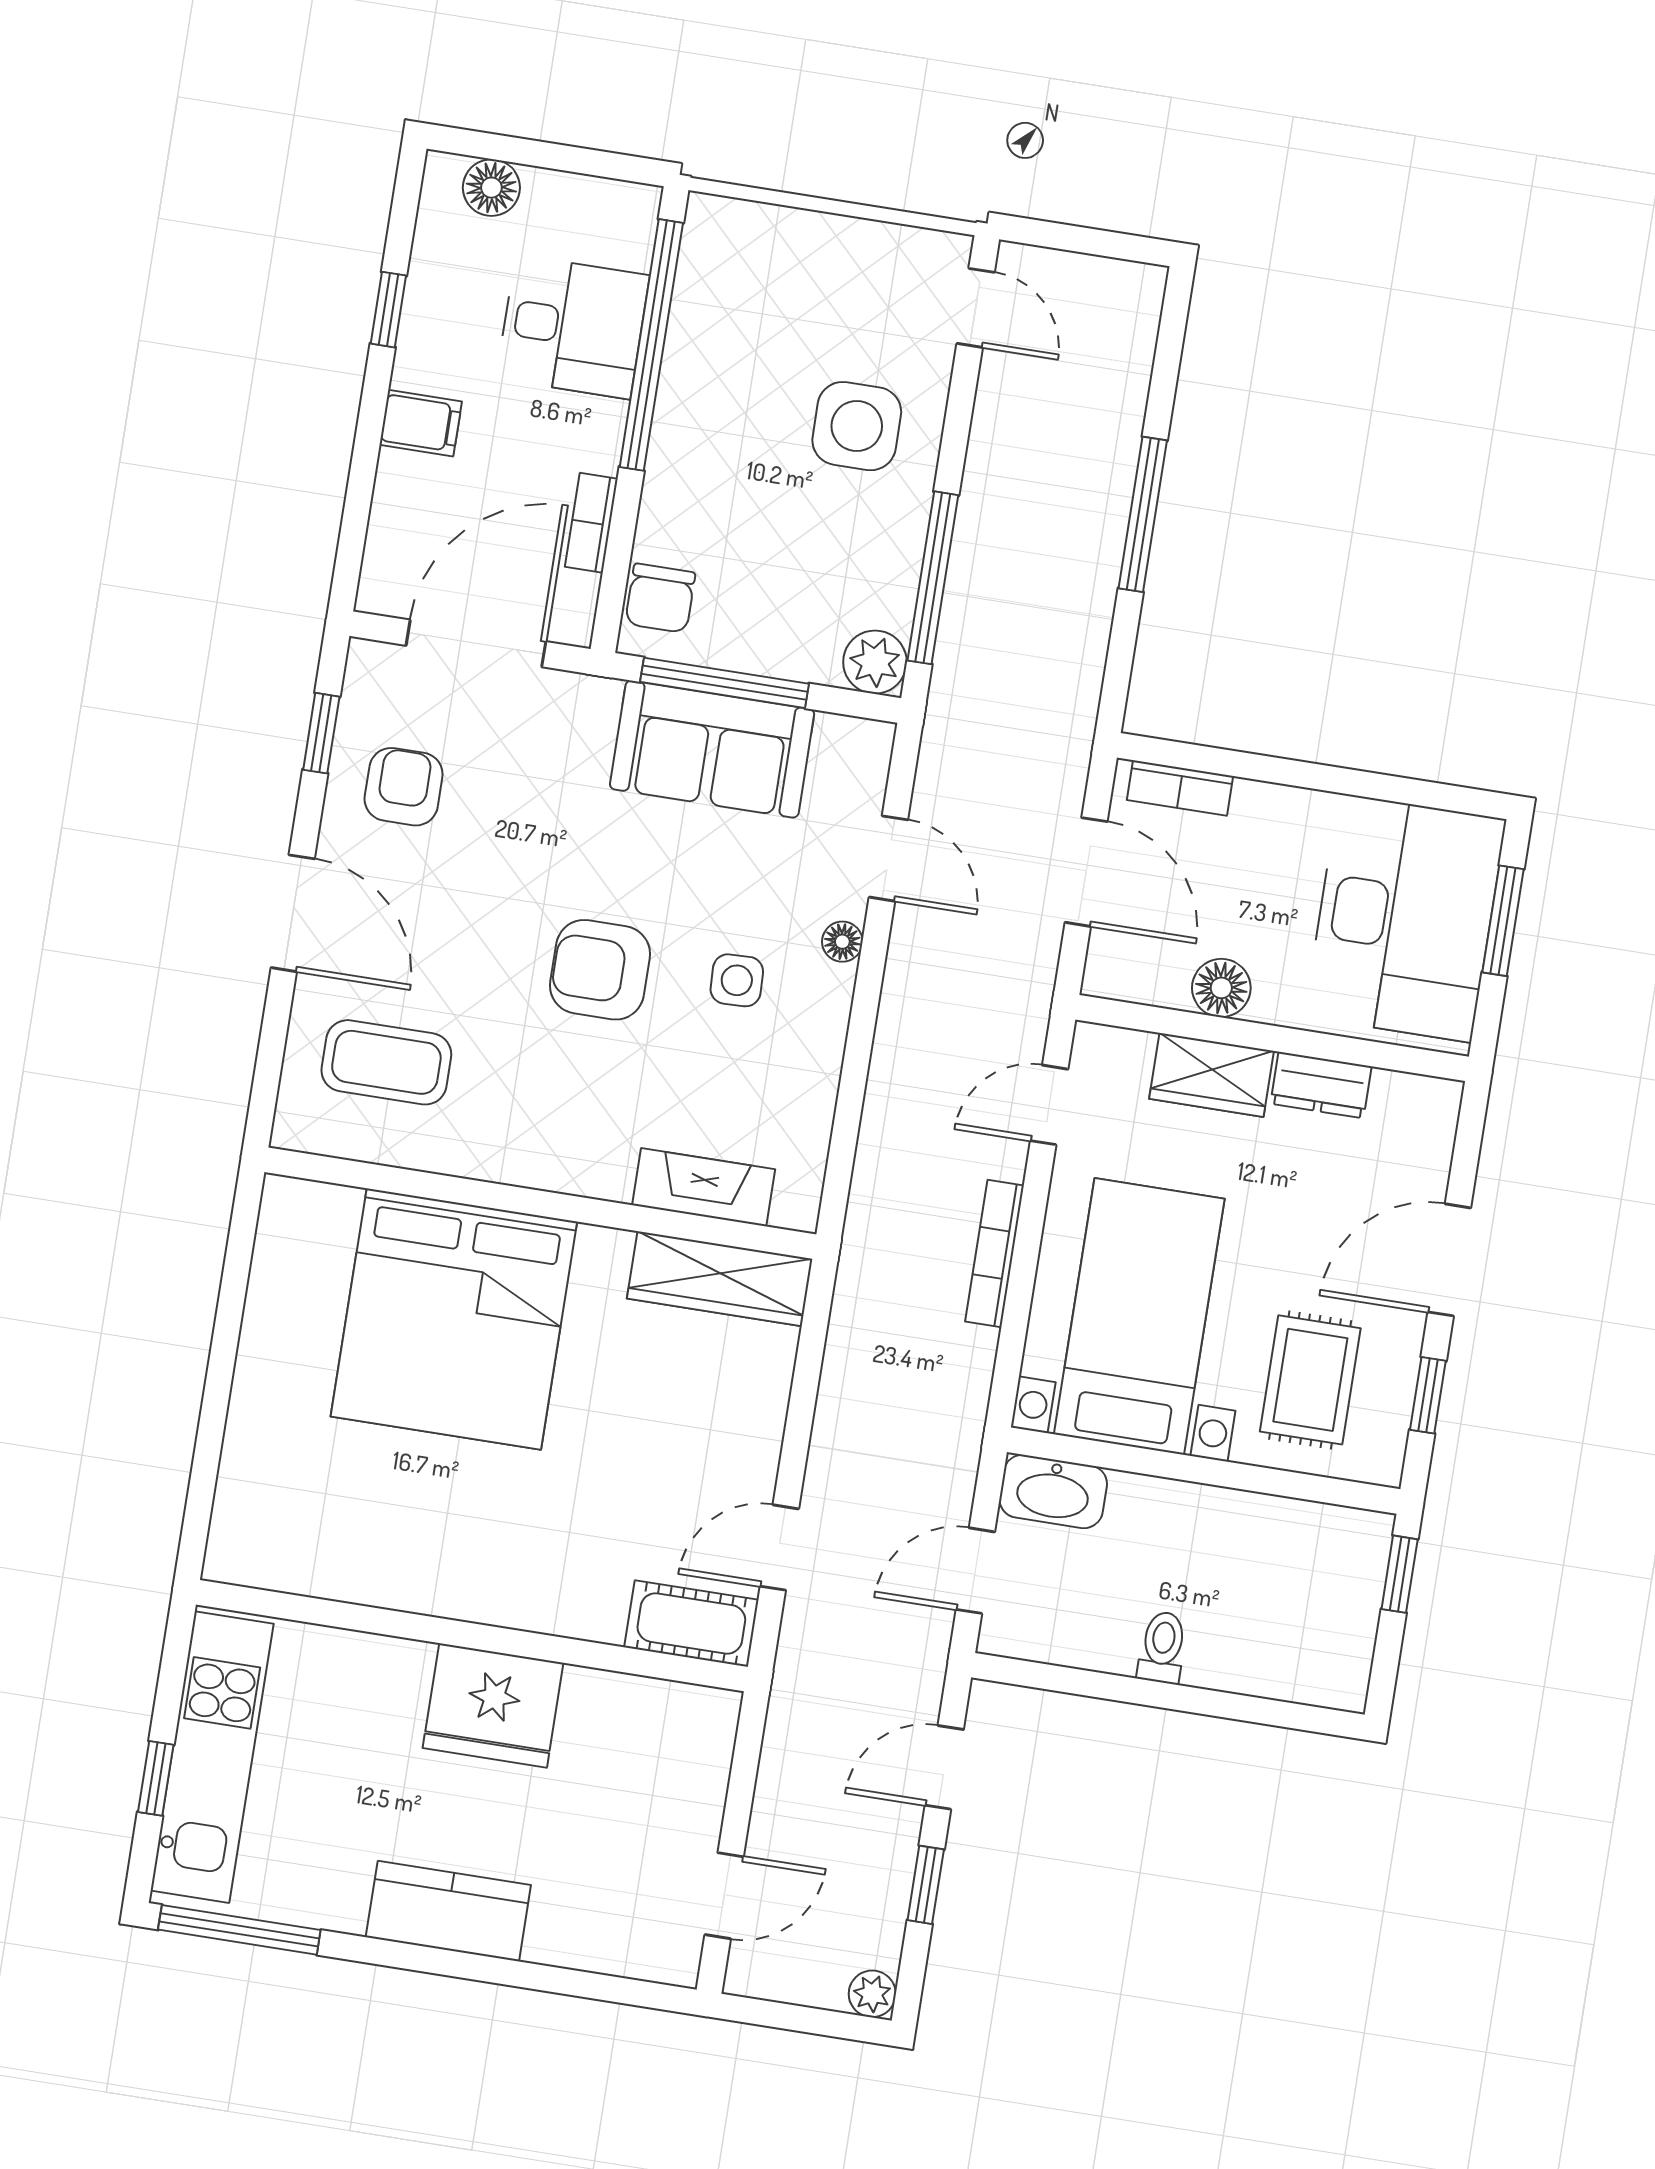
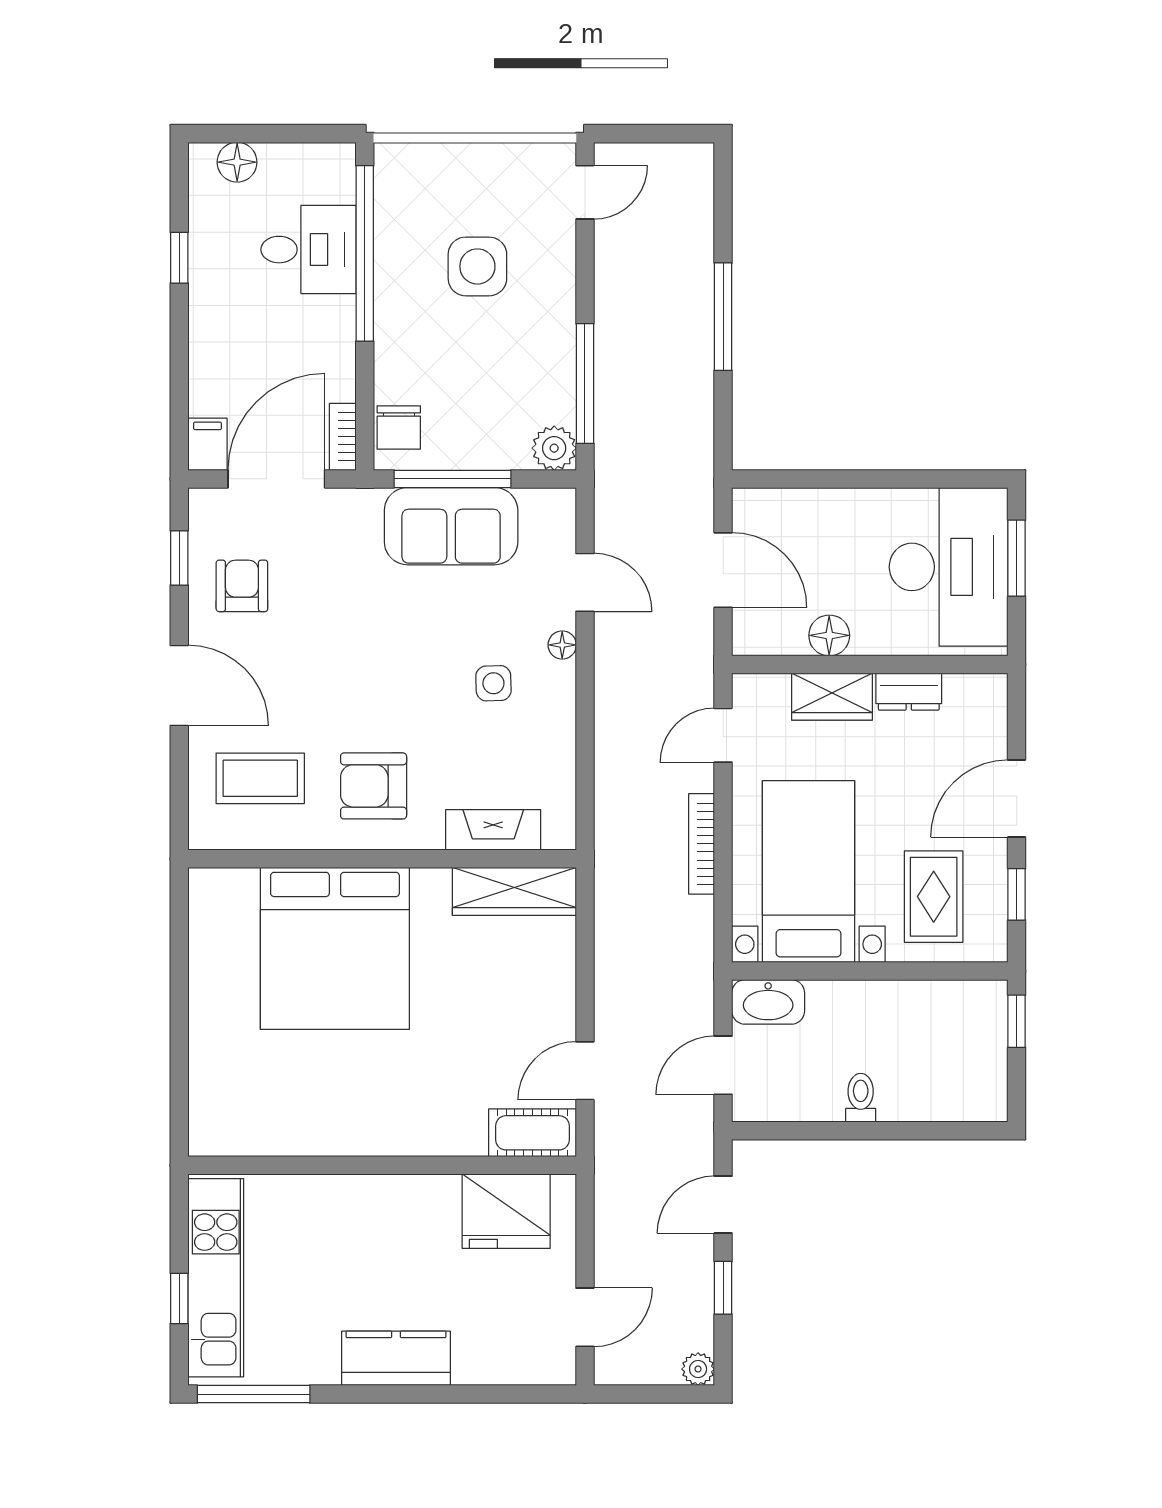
door: (976, 308) -> (585, 192), hinge flipped
filing cabinet: (421, 423) -> (207, 444), moved, turned -90
side table: (857, 426) -> (477, 266), moved
bookcase: (591, 523) -> (343, 437), moved
bookcase: (1180, 788) -> (779, 502), removed
armchair: (600, 970) -> (374, 786), moved
fridge: (493, 1705) -> (506, 1211), moved

